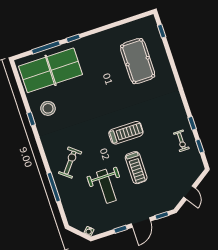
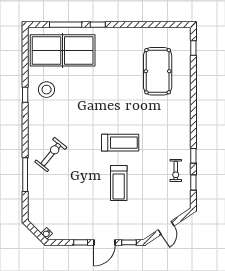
weight bench: (106, 186) -> (81, 192), removed

